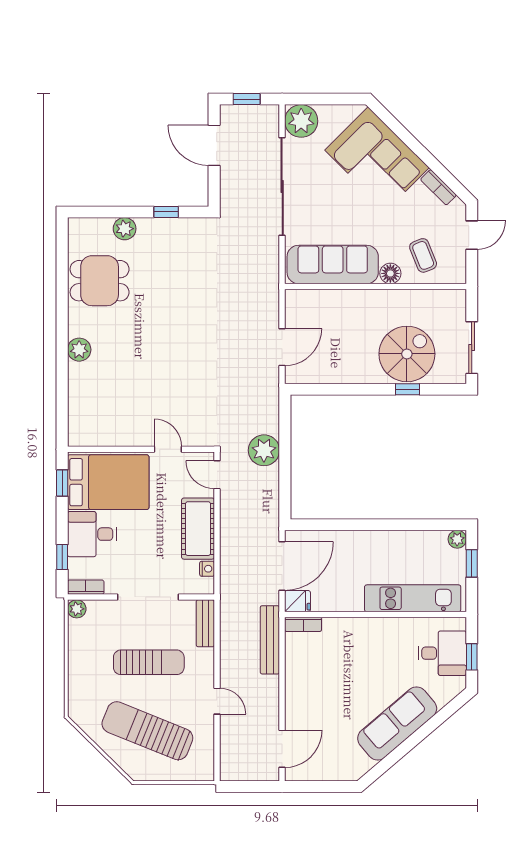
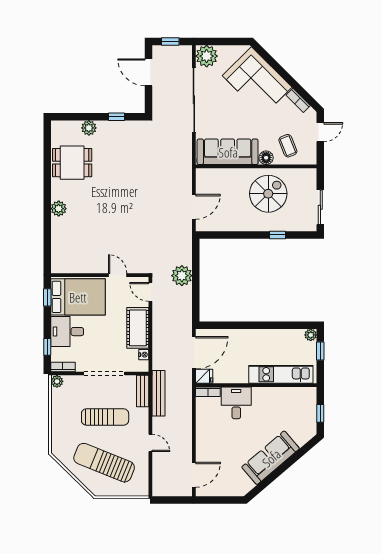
spiral stairs: (407, 354) -> (268, 194), moved
bench: (270, 640) -> (159, 393), moved
desk: (442, 653) -> (236, 403), moved, turned -90

